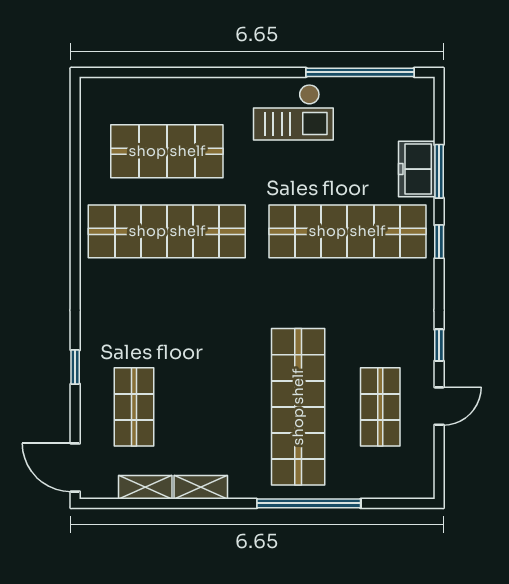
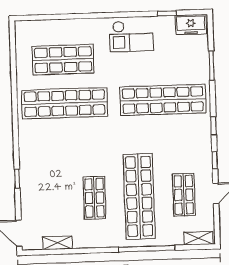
window: (360, 72) -> (167, 13), width x0.32
freezer: (417, 169) -> (191, 25), moved, turned -90
window: (439, 242) -> (214, 126), moved
shop shelf: (134, 407) -> (94, 198), moved
shelving: (201, 487) -> (198, 238), moved

